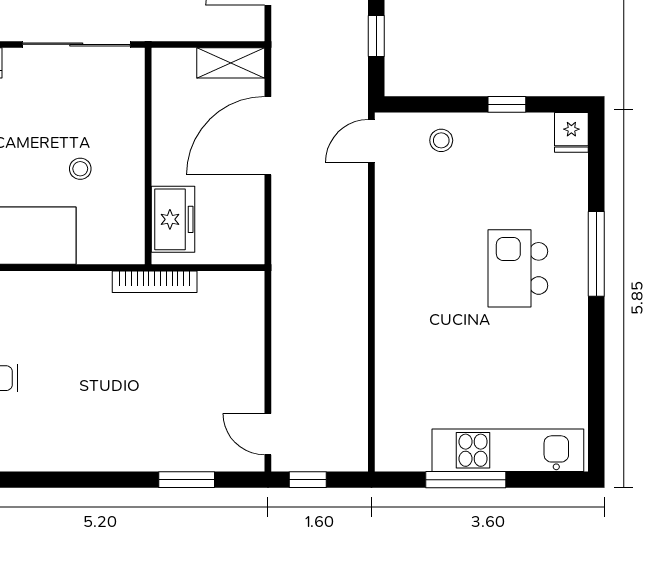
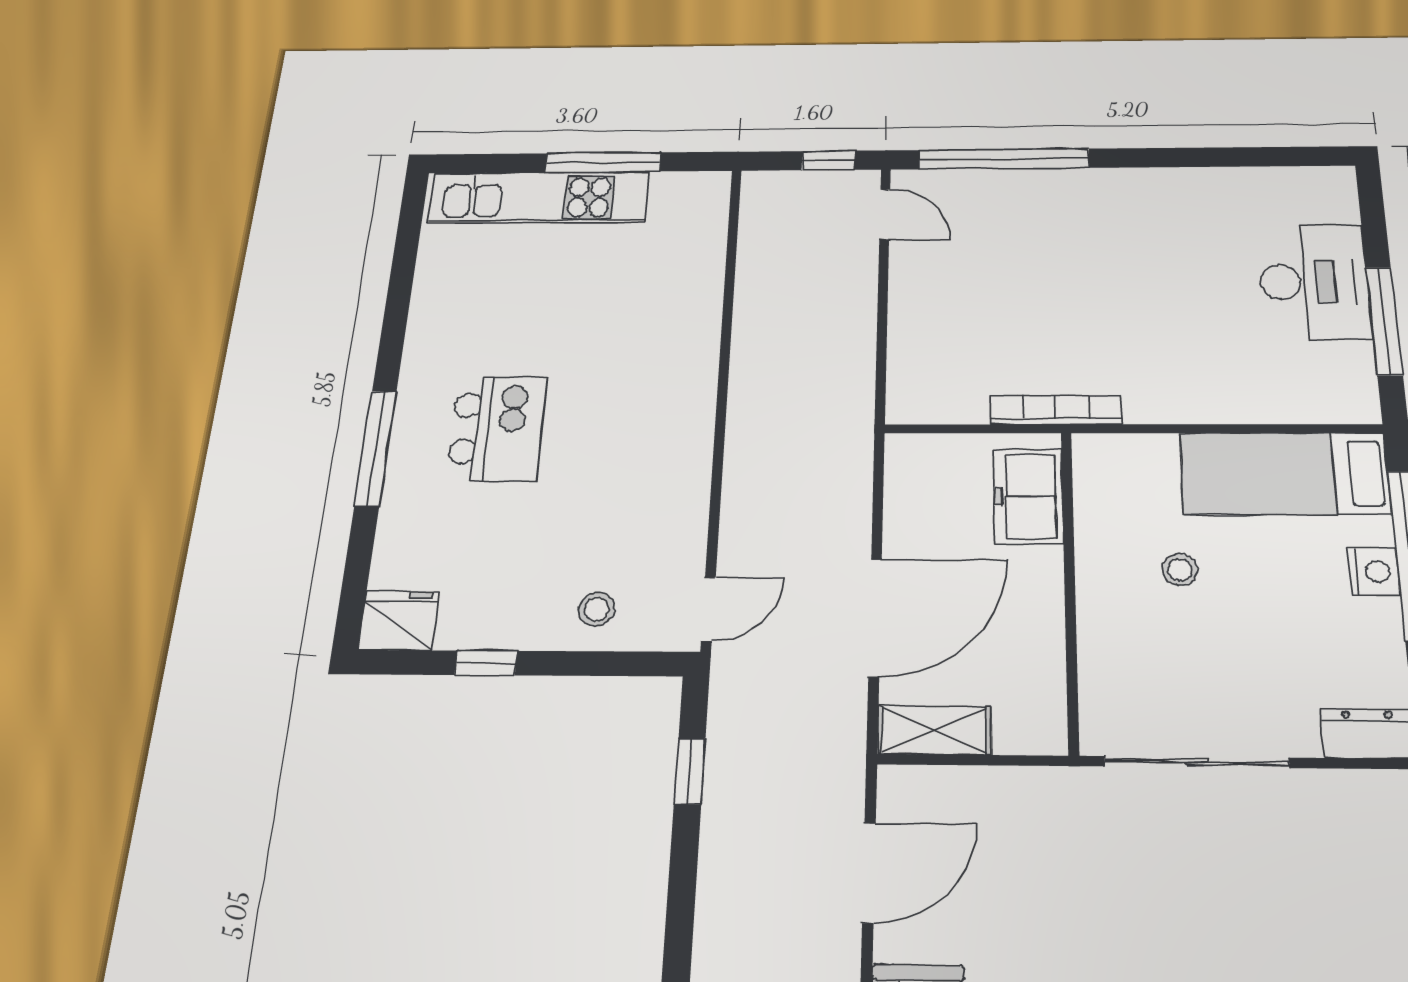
fridge: (571, 132) -> (399, 620), width x1.38
window: (187, 480) -> (1004, 159), width x2.11

